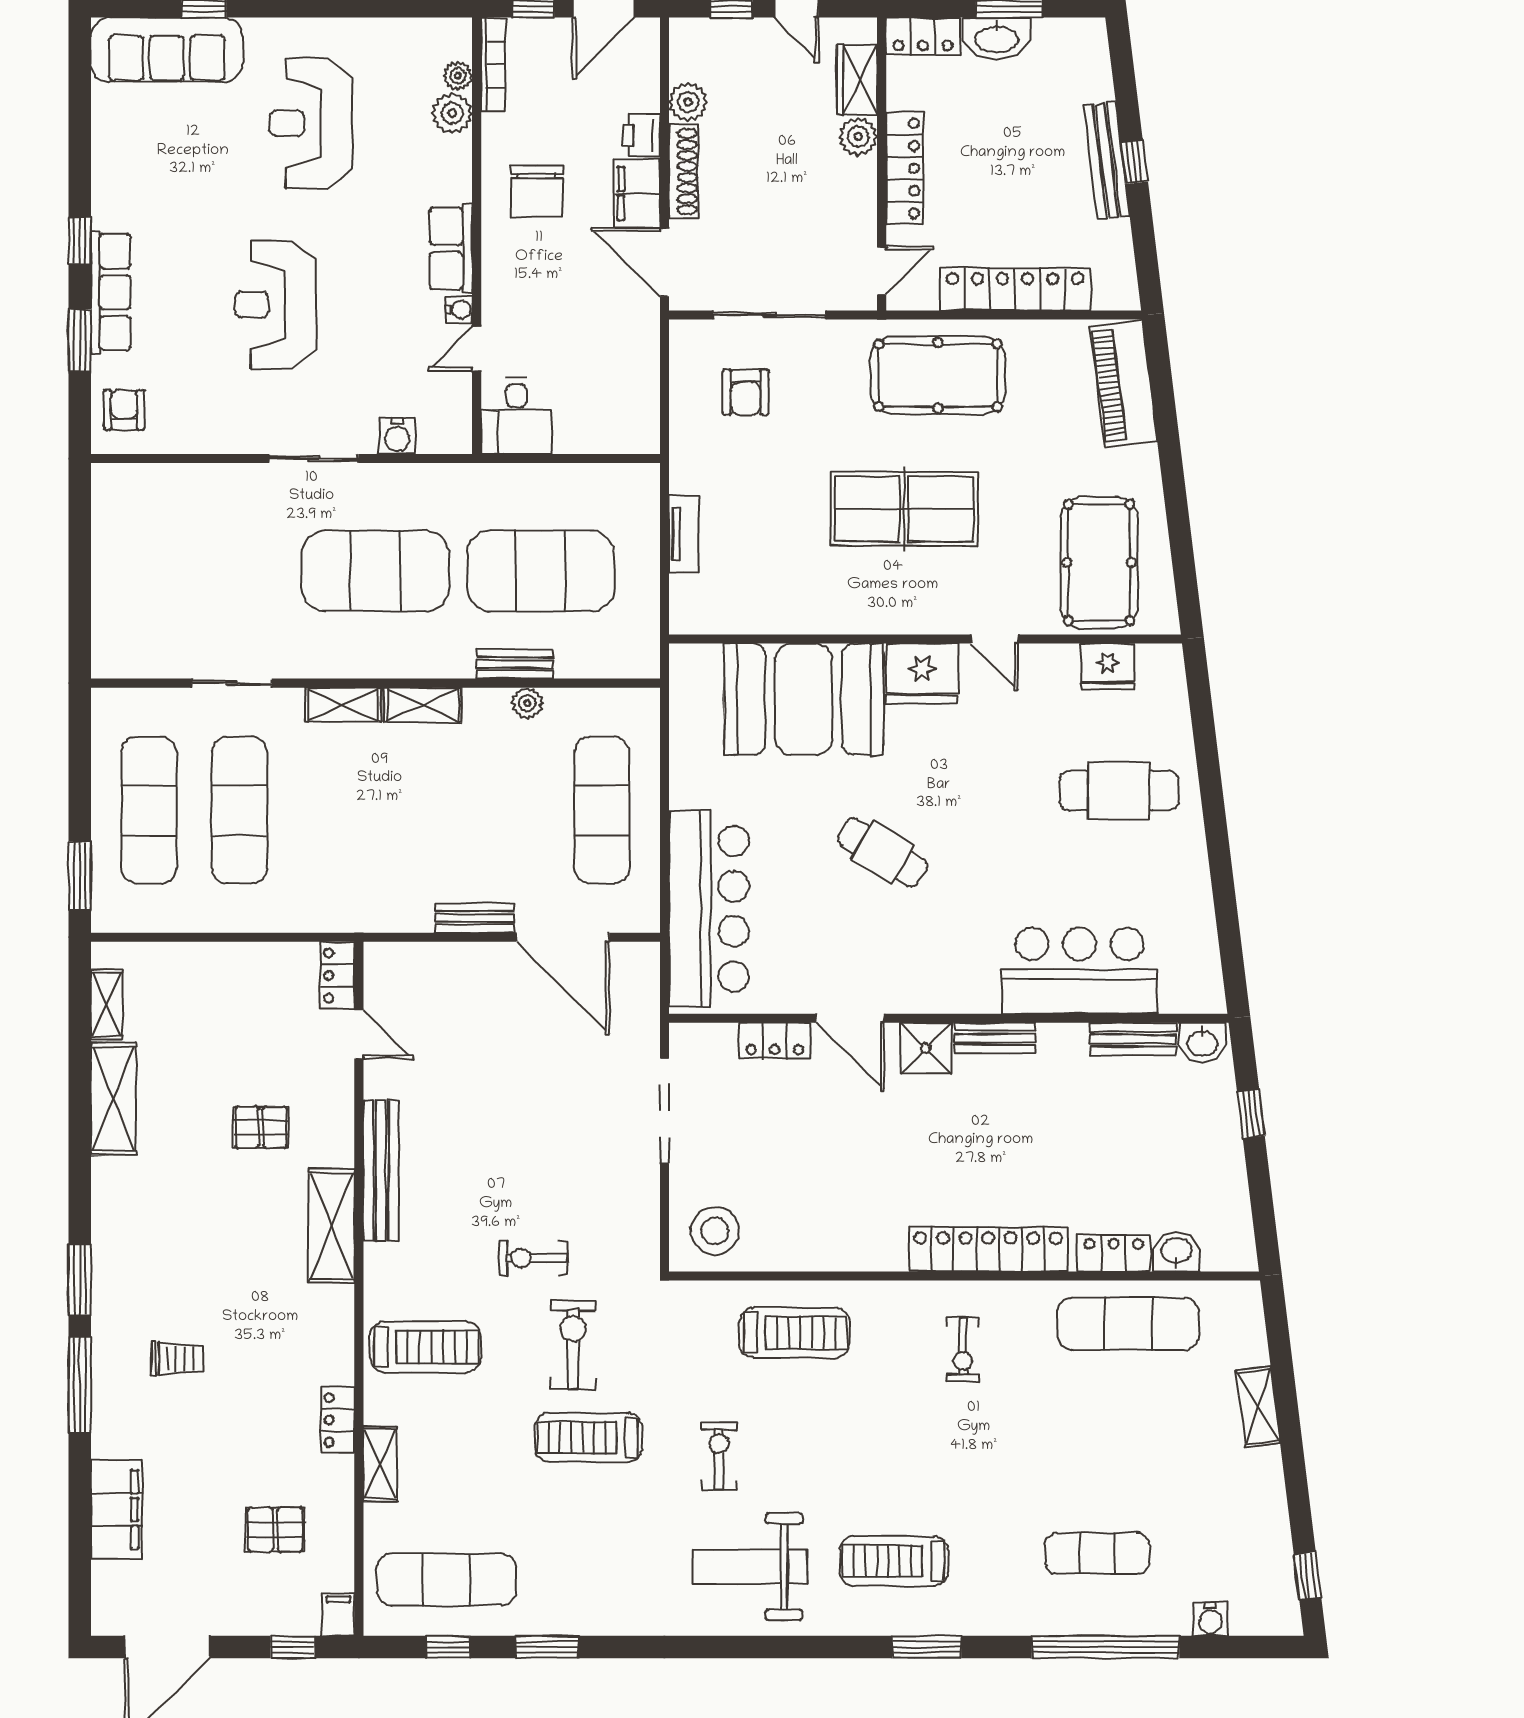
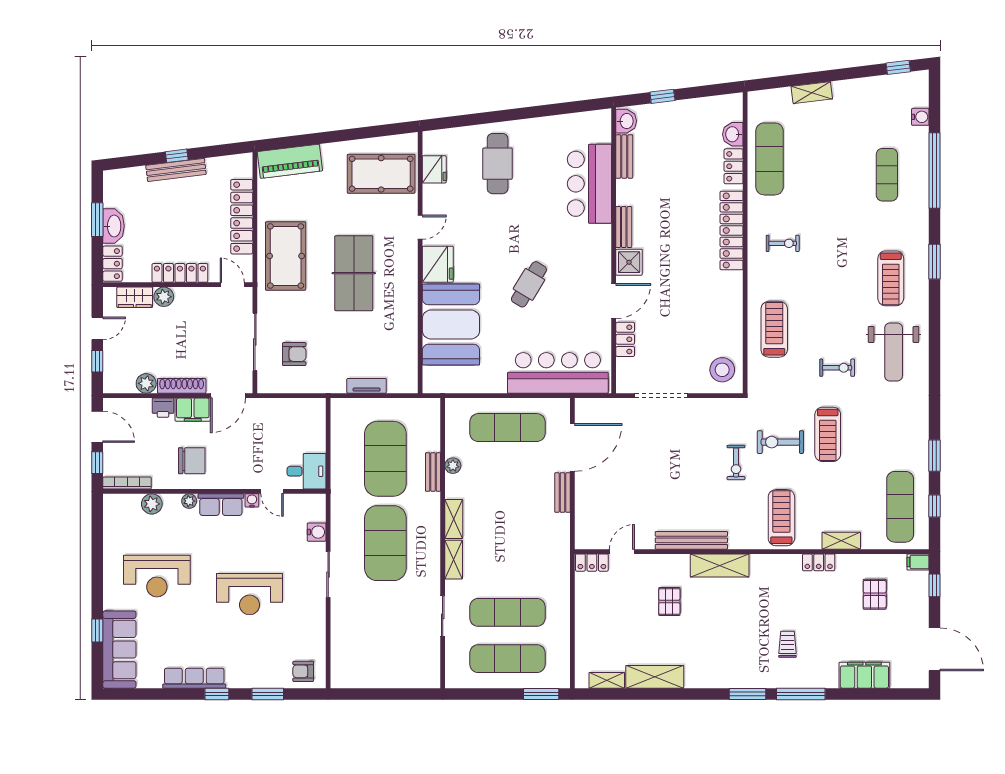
plant: (458, 76) -> (189, 501), moved
row of seats: (111, 292) -> (194, 678), moved
exercise bike: (719, 1456) -> (837, 368), turned 180

